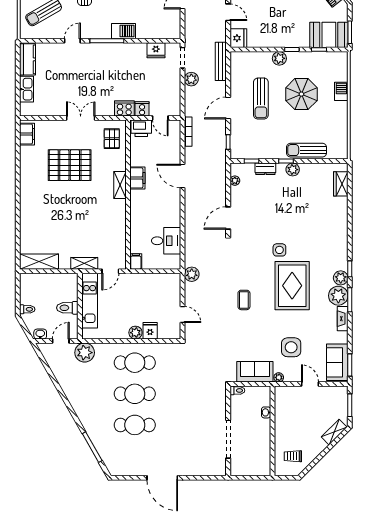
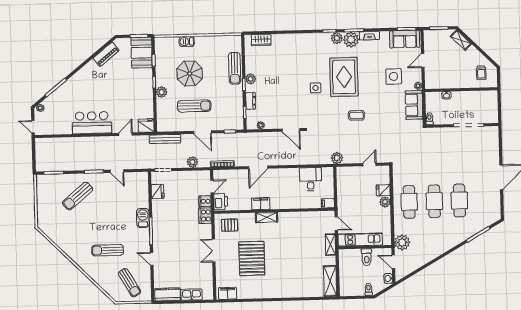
plant: (191, 79) -> (193, 162), moved
rug: (292, 286) -> (344, 77), turned 90

